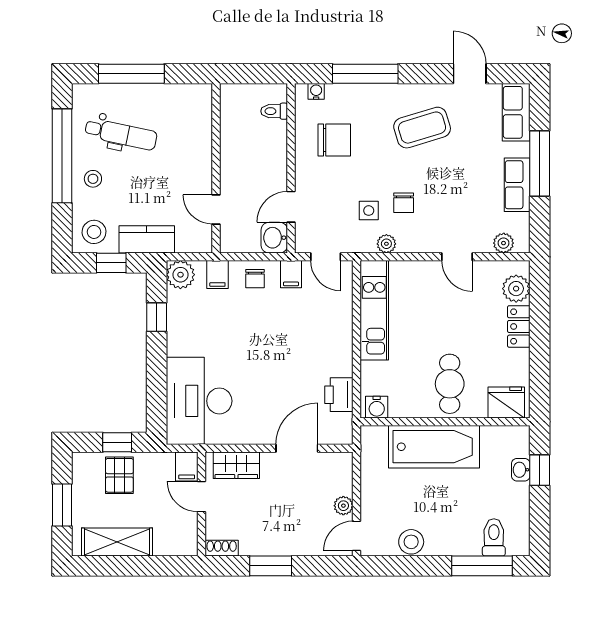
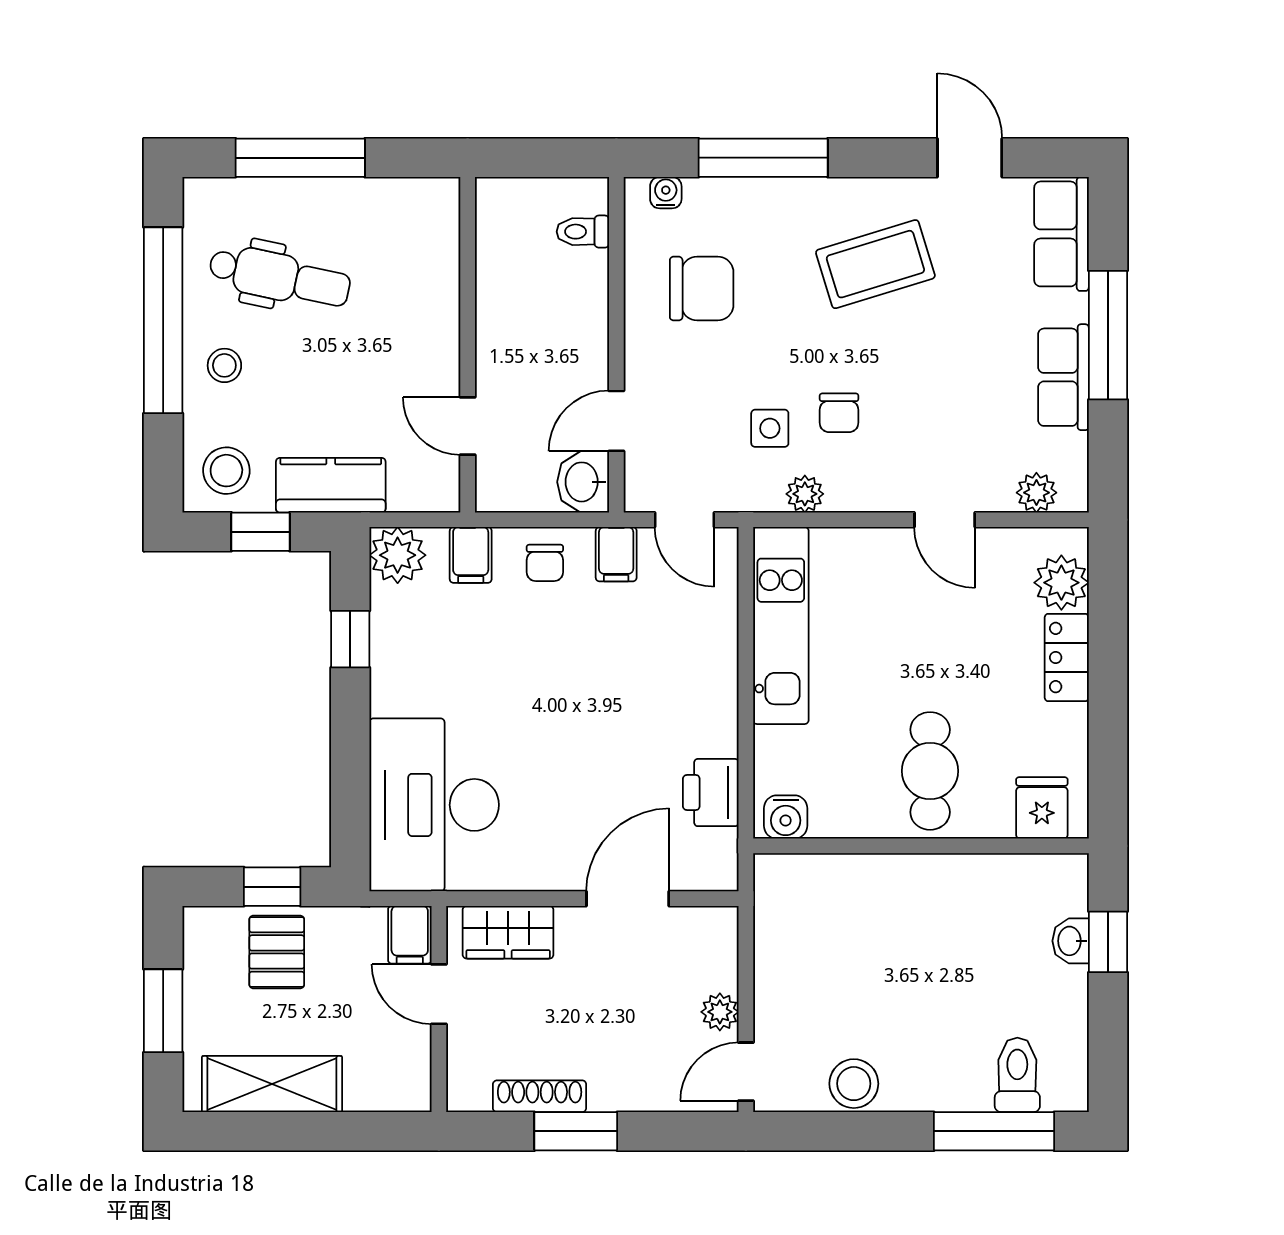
fridge: (506, 403) -> (1042, 808), width x0.72
bathtub: (434, 447) -> (899, 895), removed
shoe rack: (222, 548) -> (540, 1096), moved, width x1.43

